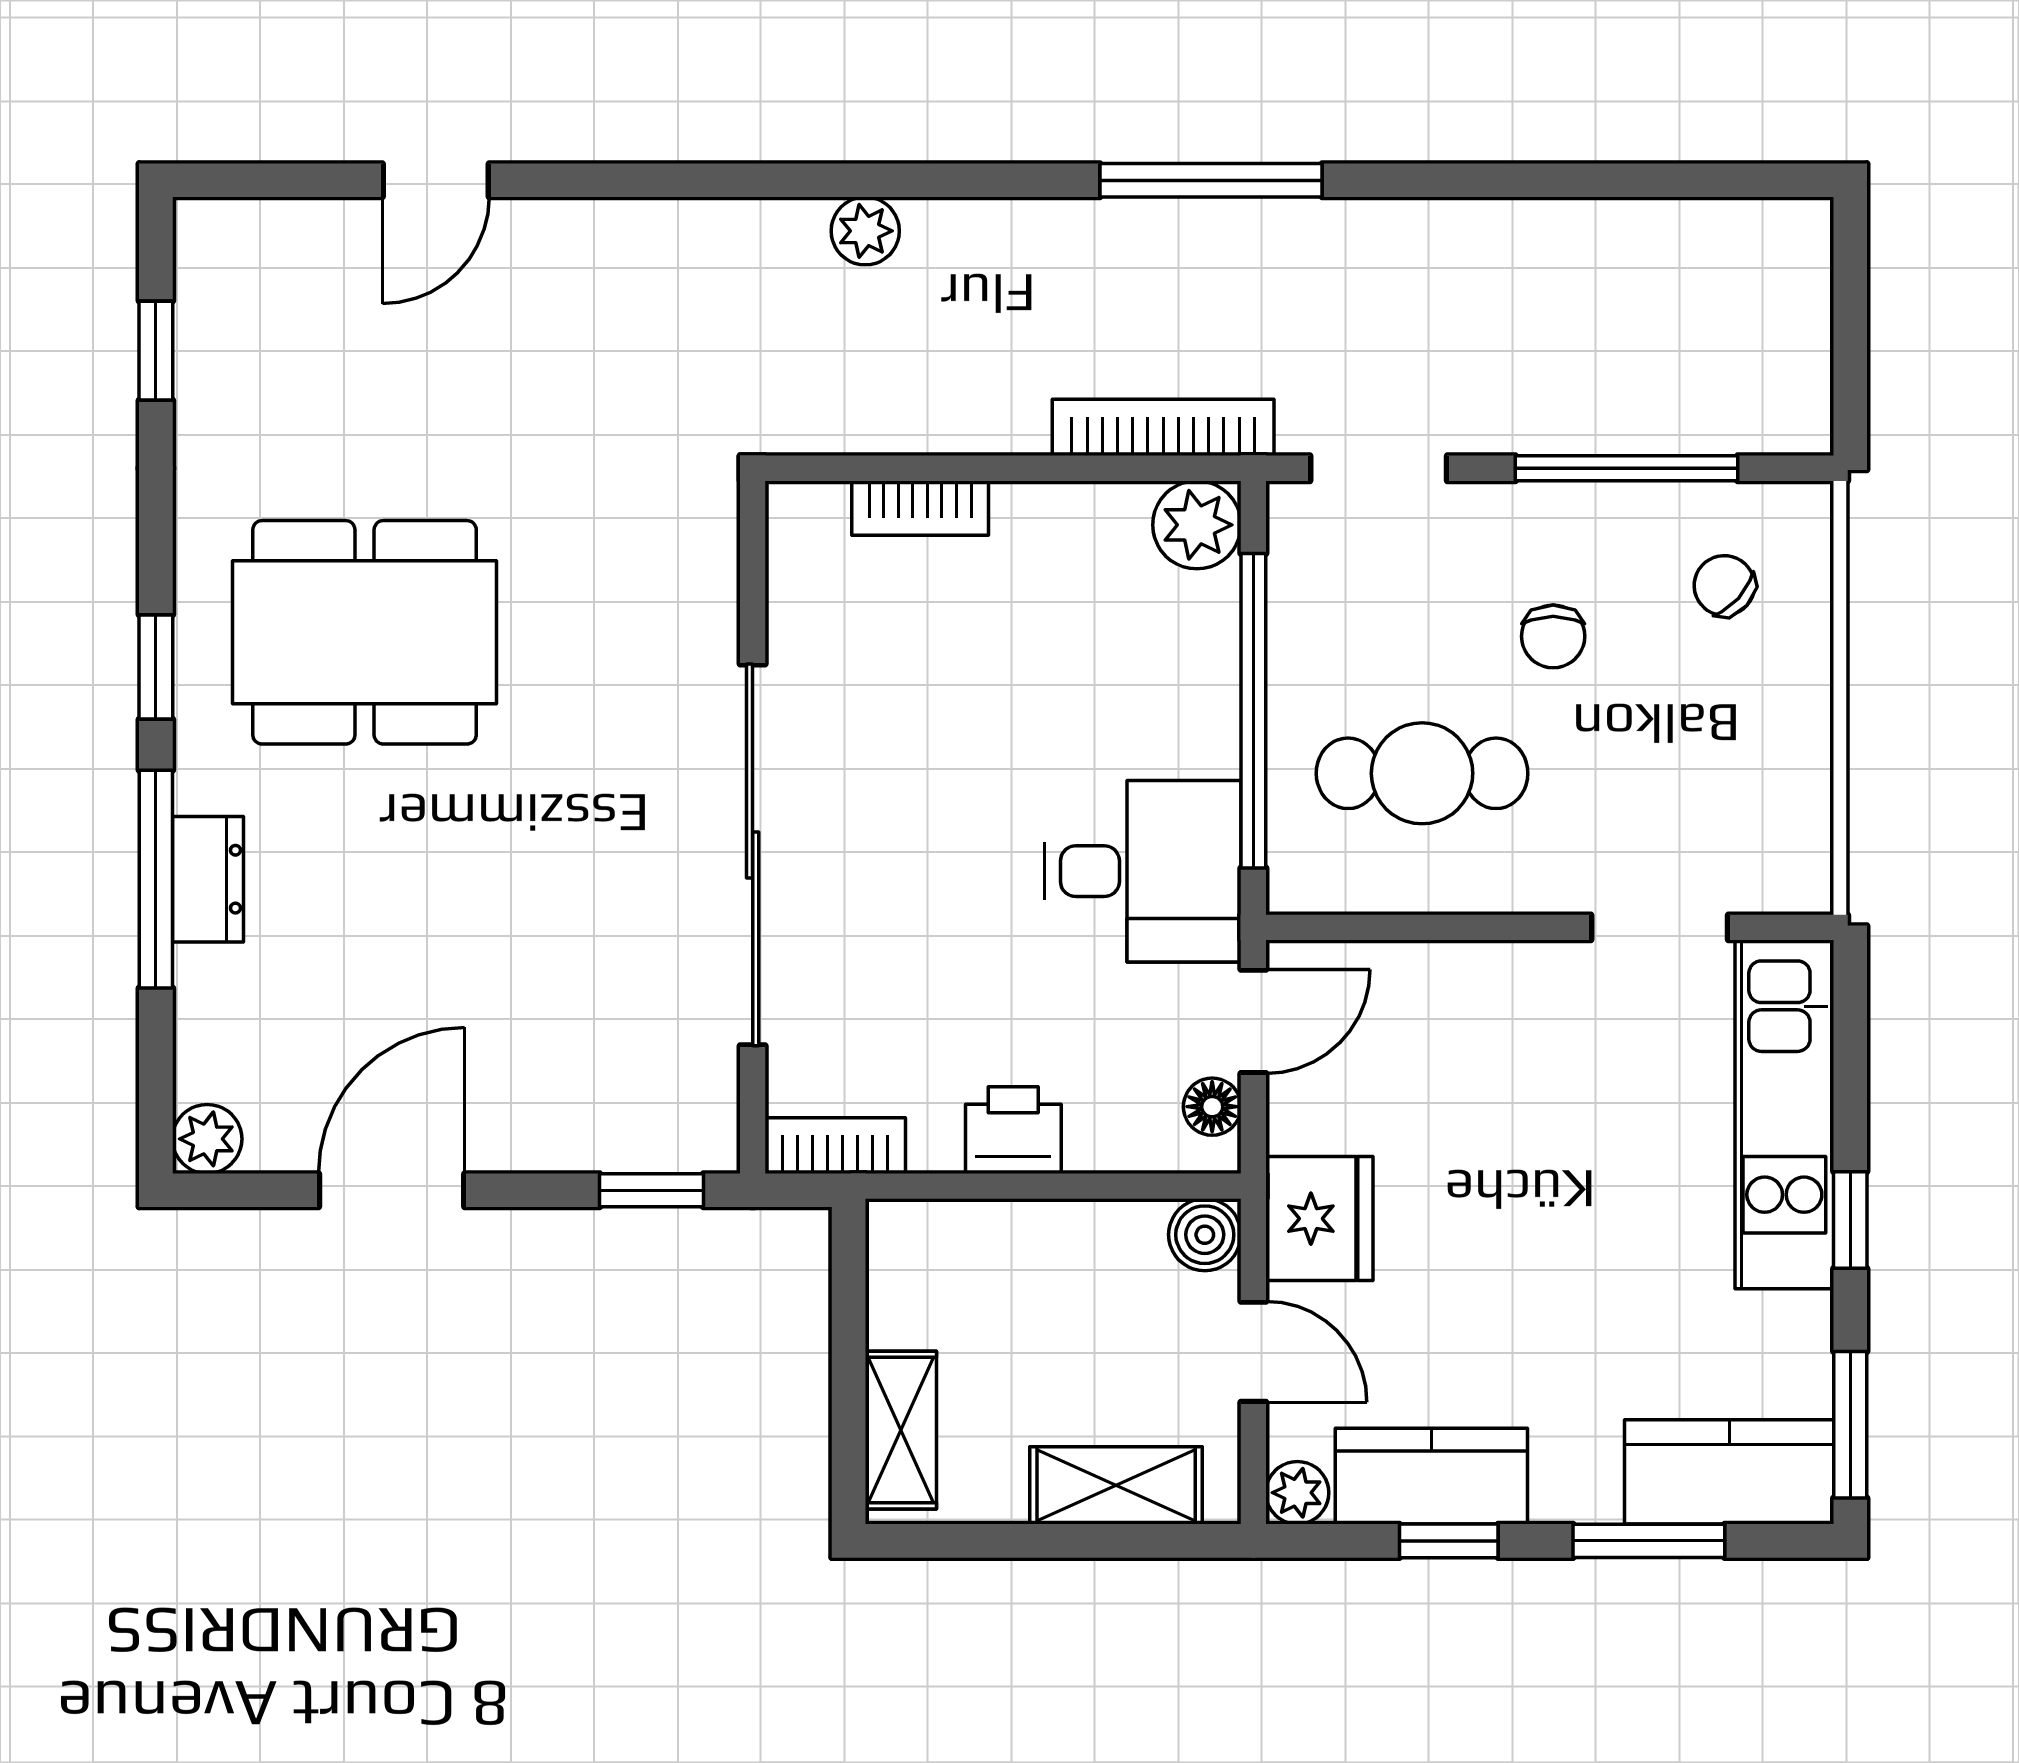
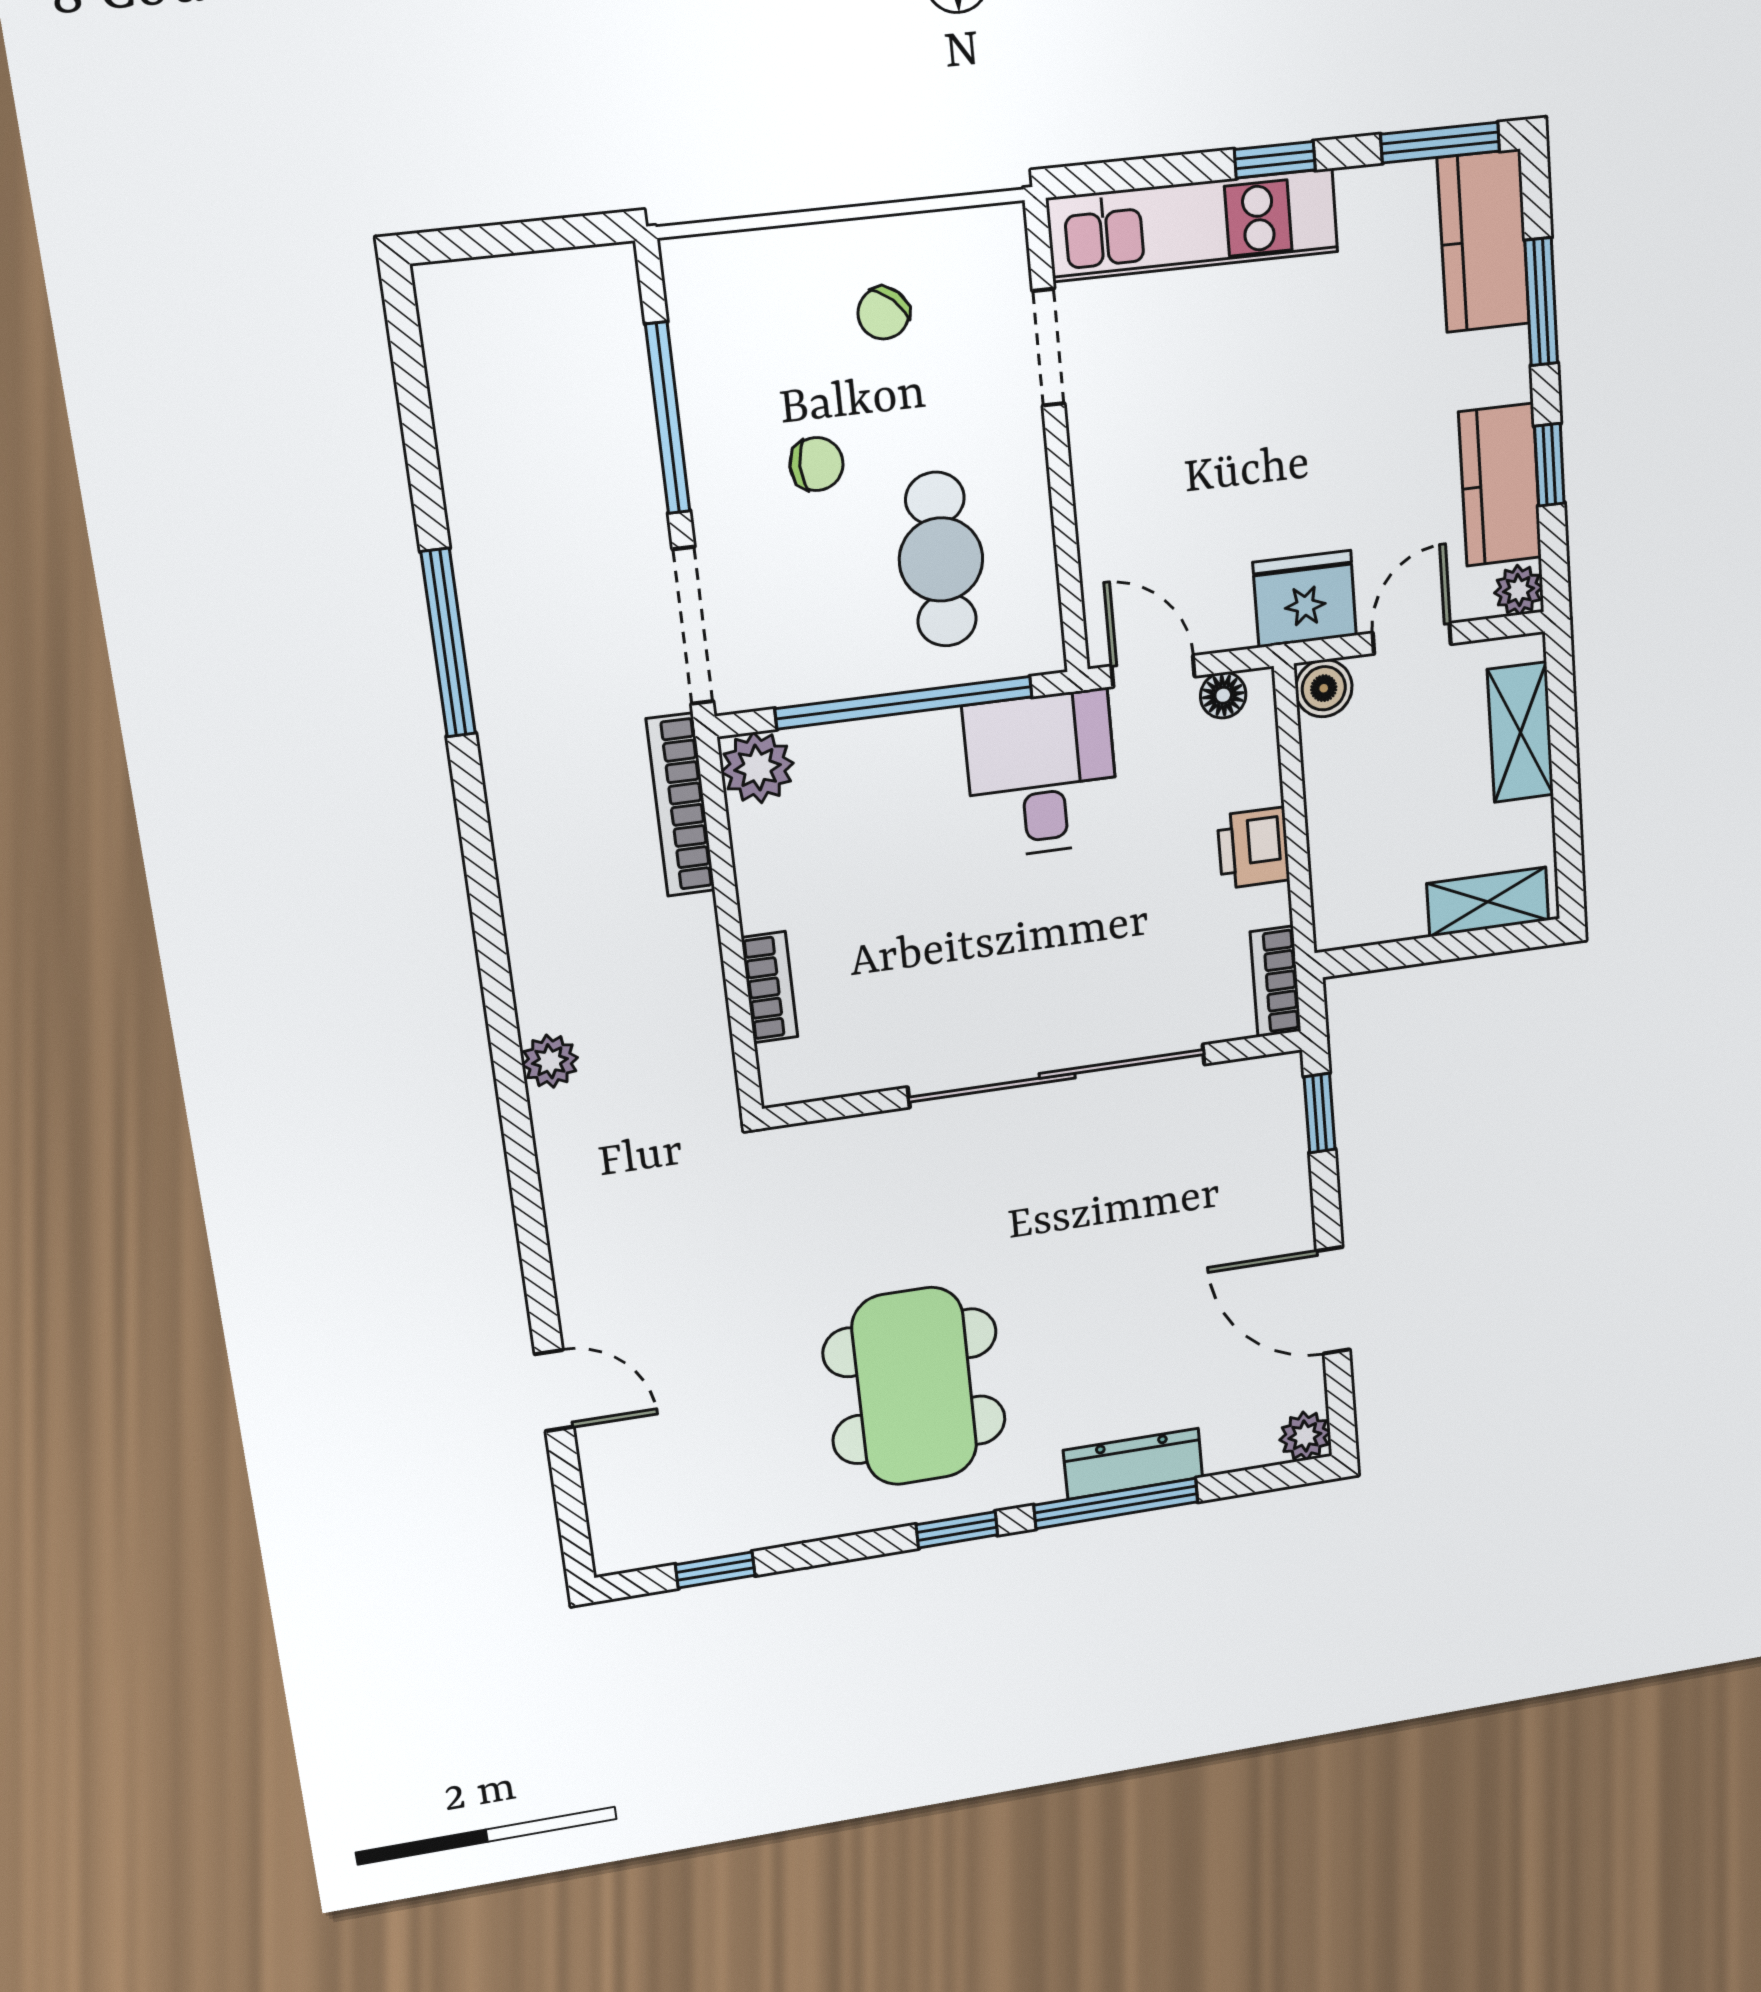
window: (1211, 180) -> (448, 643), moved
doorway: (1379, 468) -> (693, 626), width x1.38
chair: (1724, 586) -> (883, 313), moved
dresser: (208, 879) -> (1133, 1464), width x1.44

